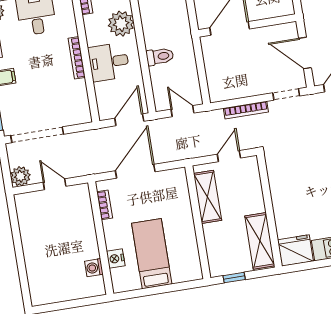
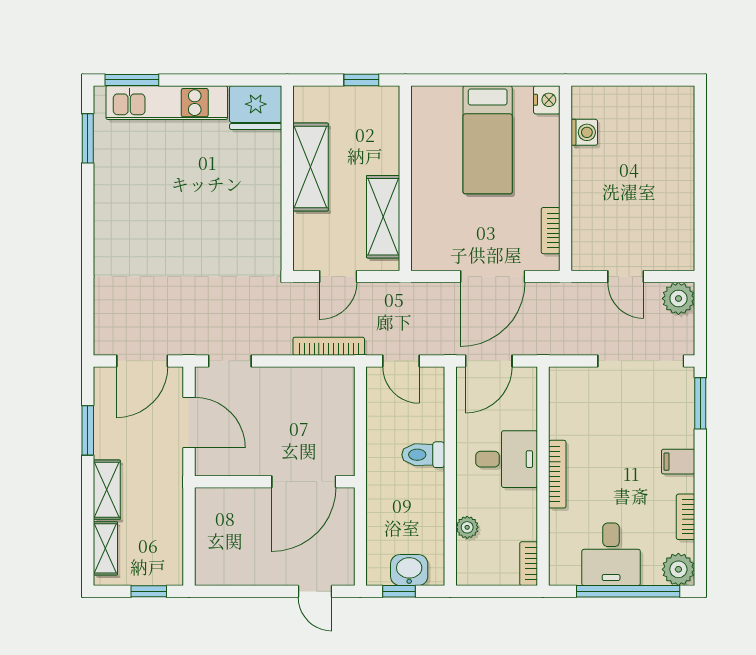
plant: (121, 24) -> (467, 527), width x0.53, depth x0.53
bookcase: (246, 110) -> (329, 346), moved
shelving: (260, 241) -> (311, 167), moved
nightstand: (116, 259) -> (547, 100), moved

